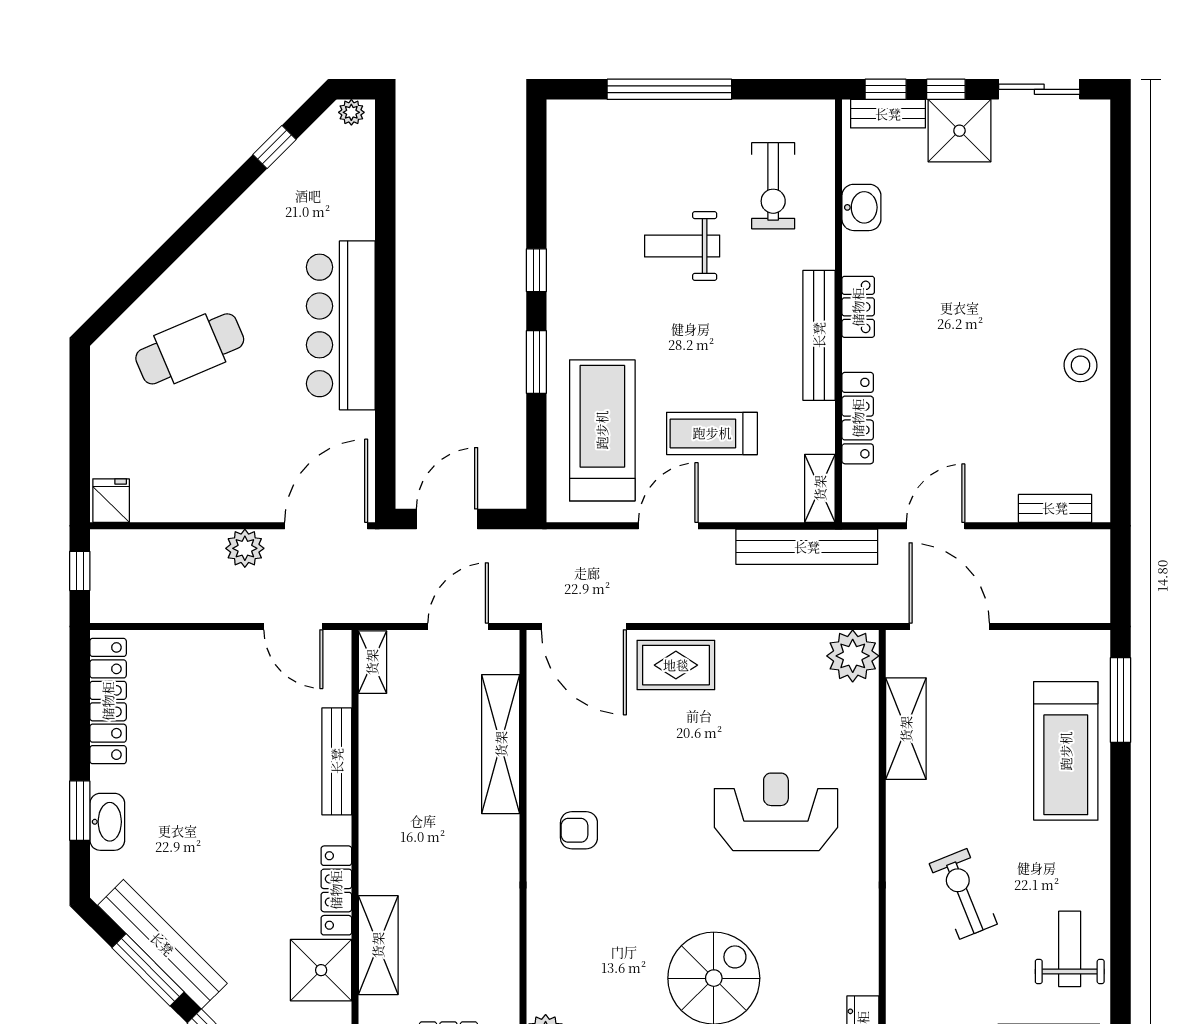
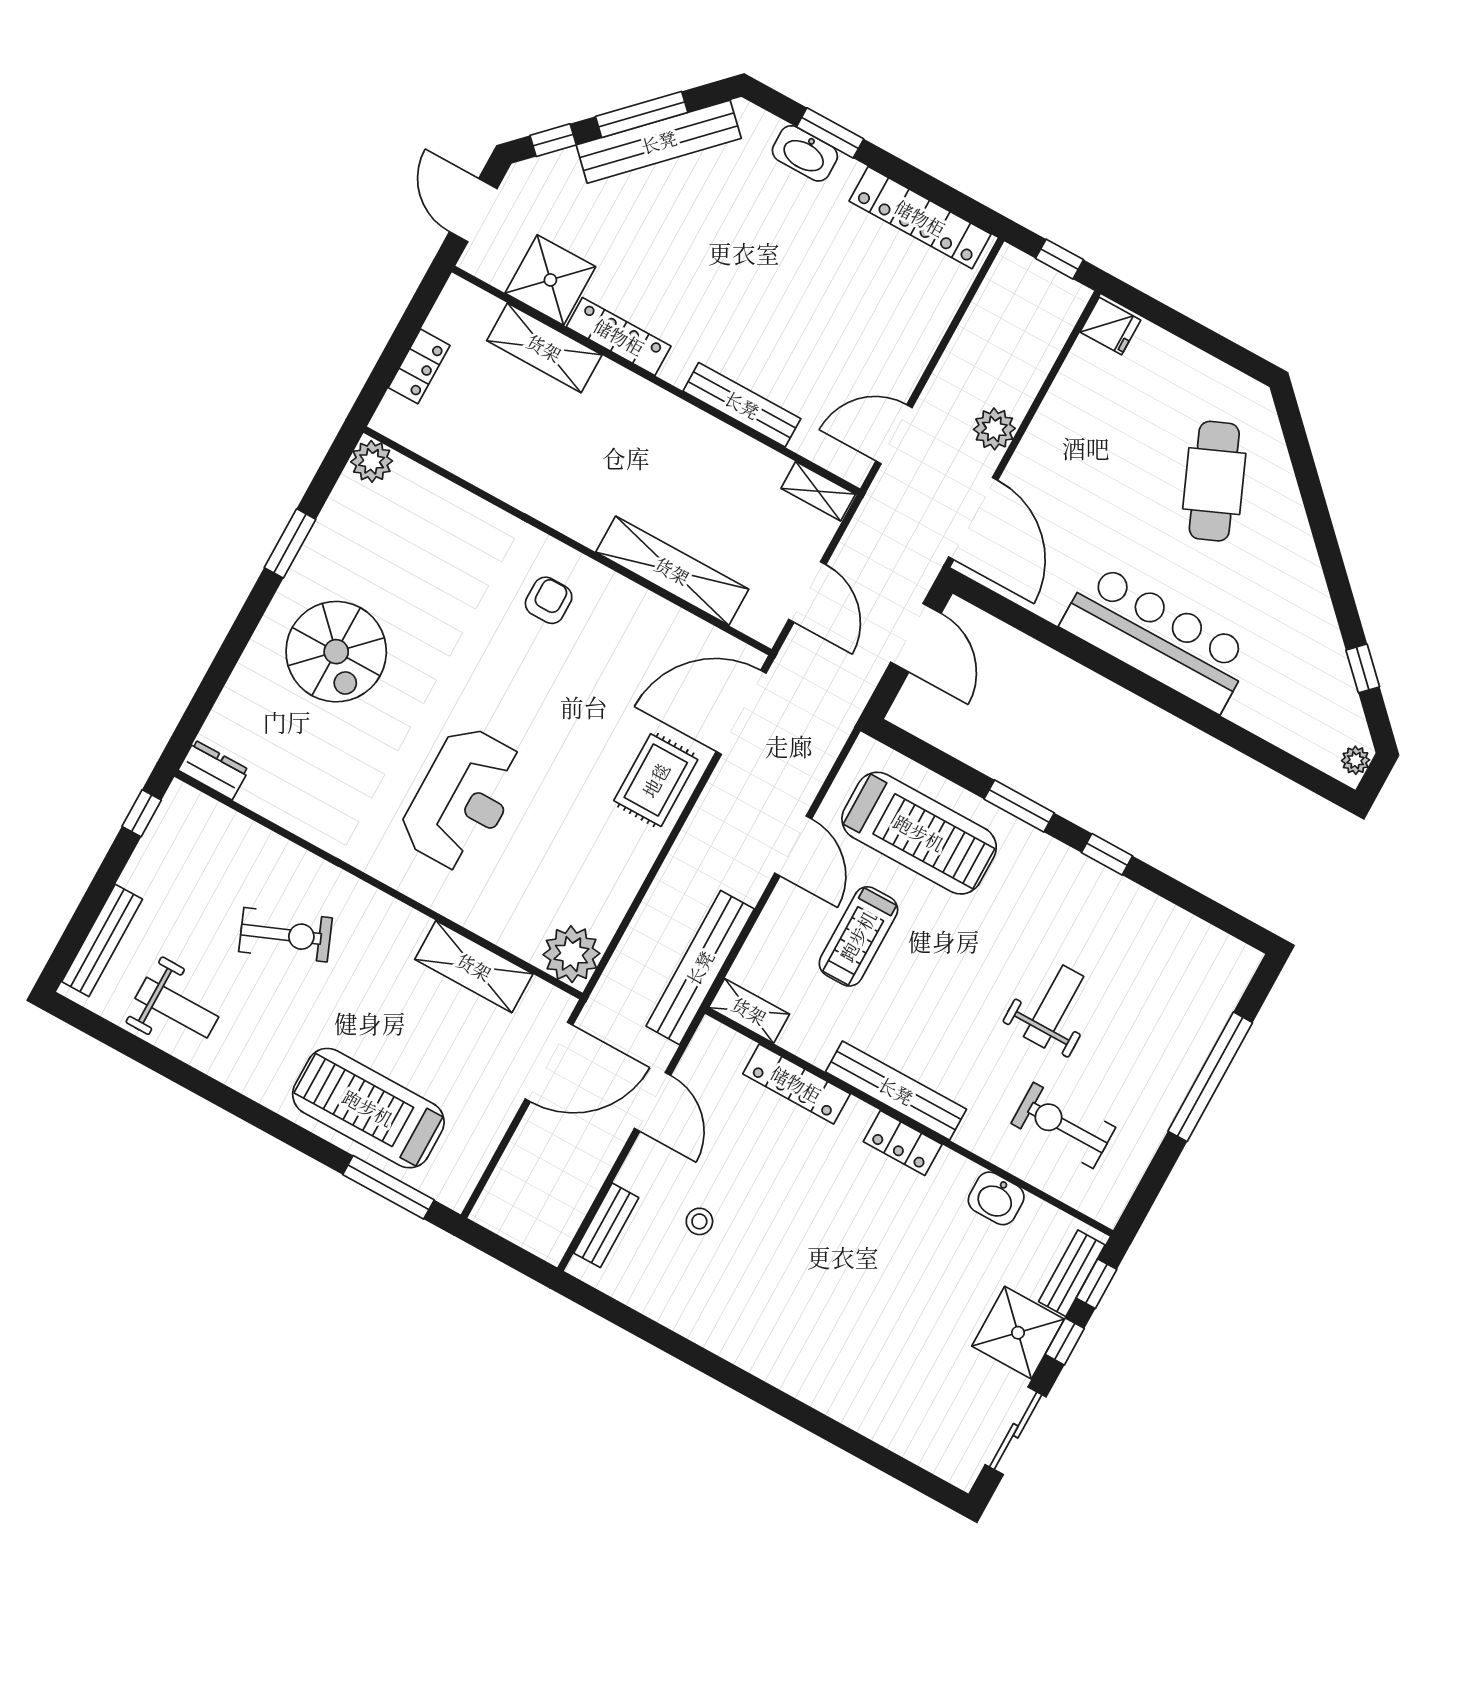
stool: (1080, 365) -> (699, 1221), moved, width x0.73, depth x0.73
treadmill: (712, 433) -> (858, 936), turned 180

